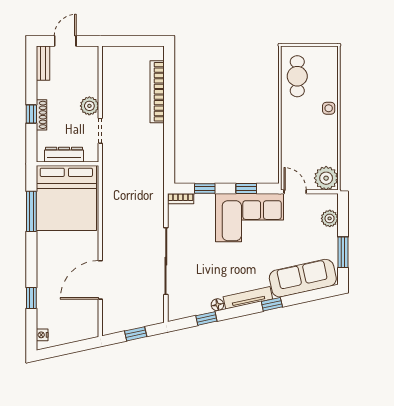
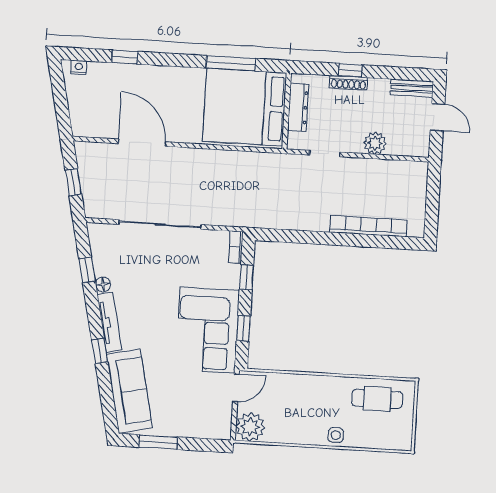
plant: (89, 106) -> (375, 143), moved
plant: (330, 218) -> (201, 428), removed

